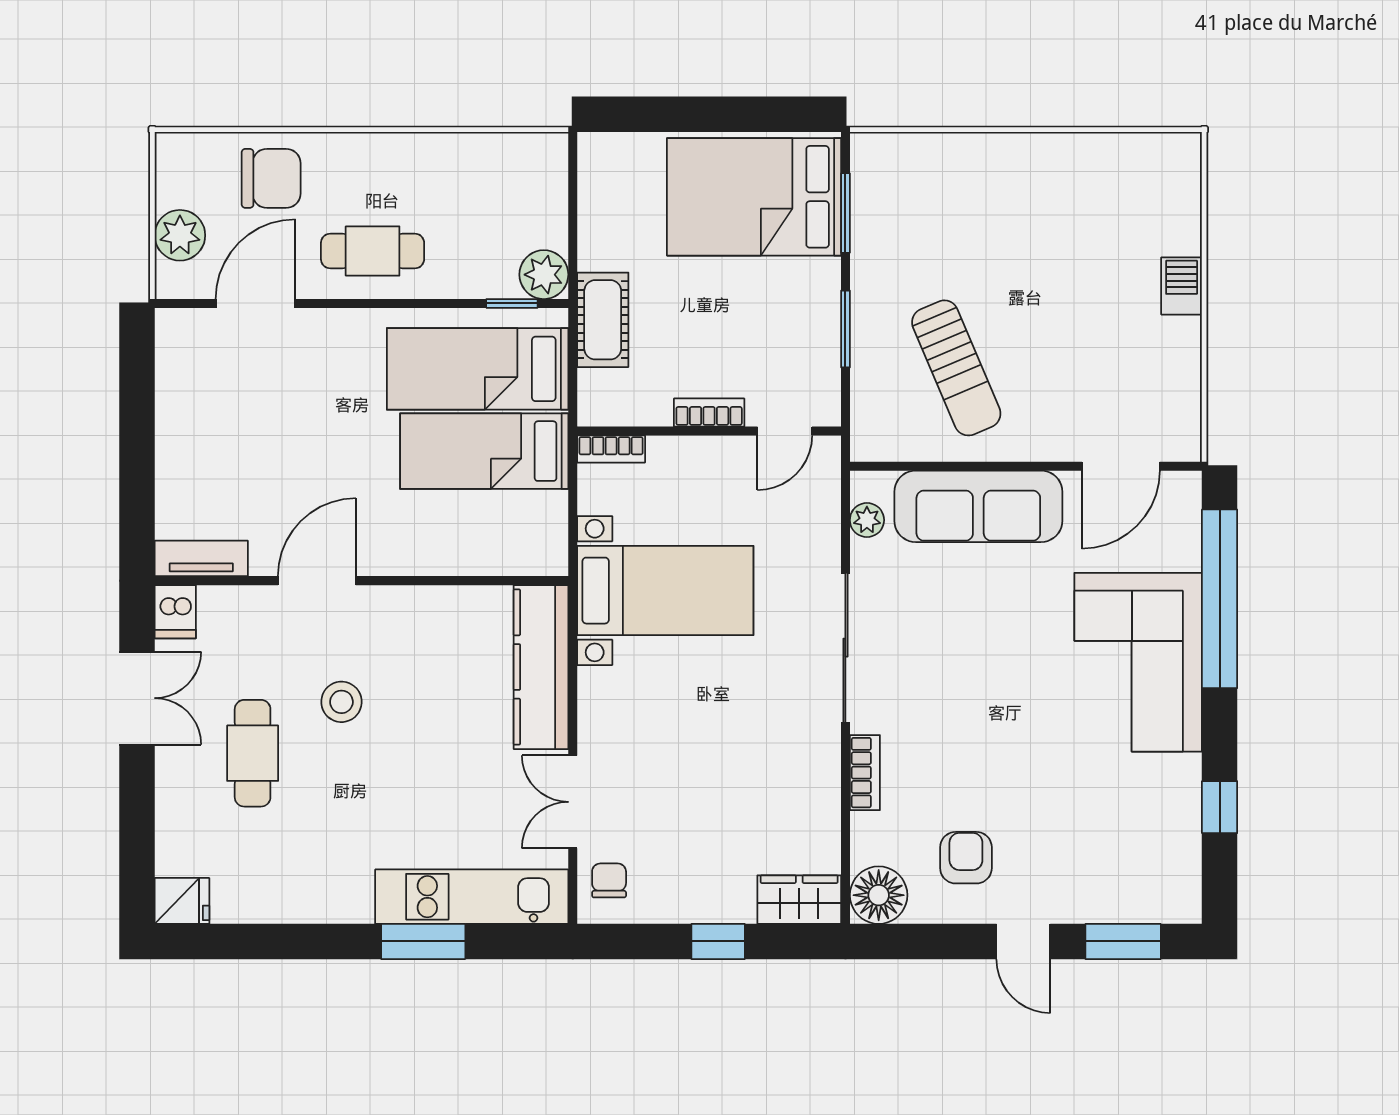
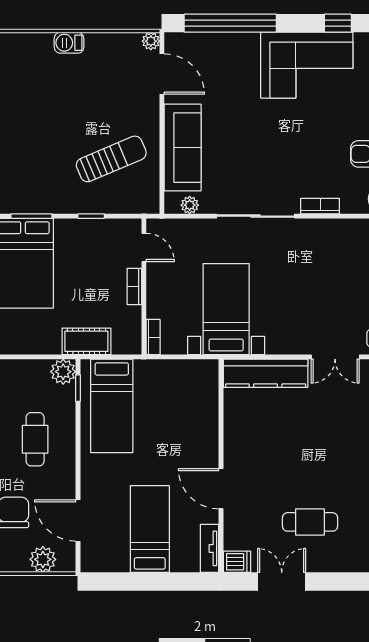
cafe table: (373, 251) -> (35, 439), moved
window: (845, 329) -> (91, 216), width x0.67
plant: (1185, 445) -> (151, 41), added
bed: (484, 451) -> (150, 529), moved, turned 180
corner sofa: (1138, 662) -> (307, 65), moved
stool: (341, 702) -> (284, 476), removed

